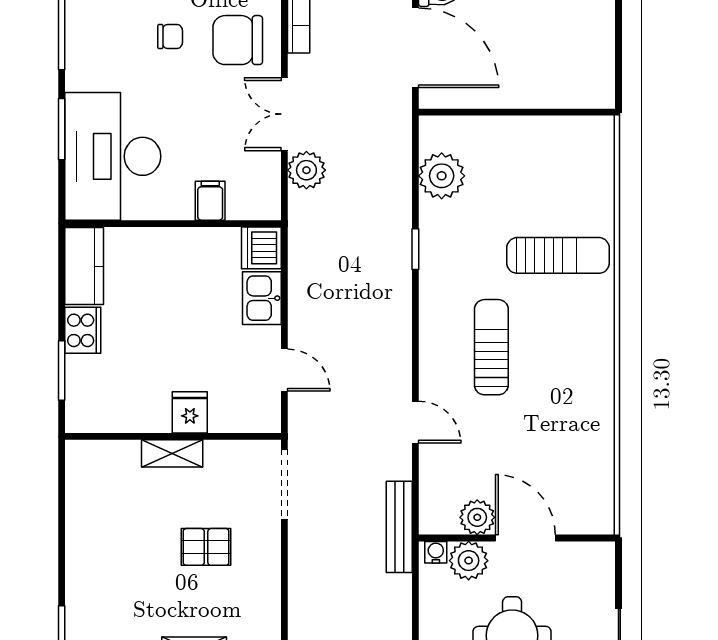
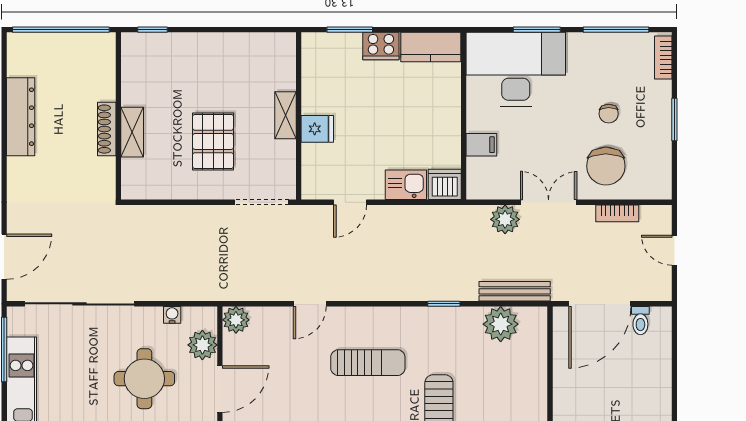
chair: (238, 40) -> (606, 166), turned 180
plant: (477, 517) -> (236, 320), moved
bench: (399, 527) -> (515, 291), moved
pallet: (206, 547) -> (213, 141), width x1.50, depth x1.42
water cooler: (436, 552) -> (172, 315), moved, turned -90

